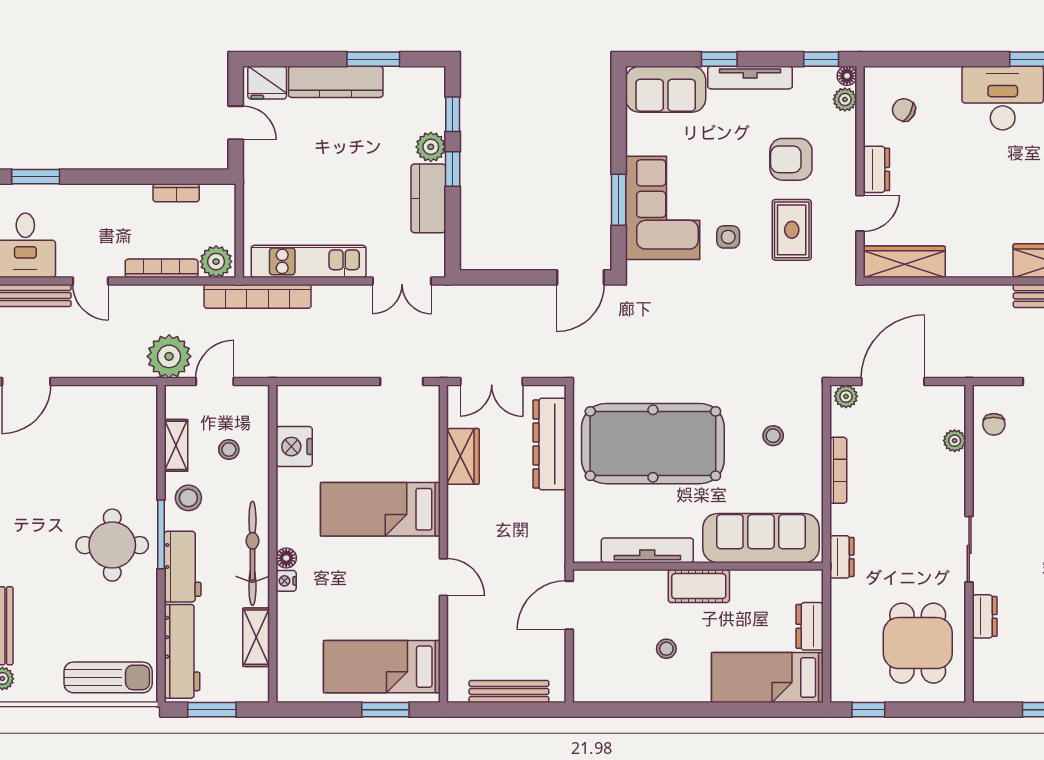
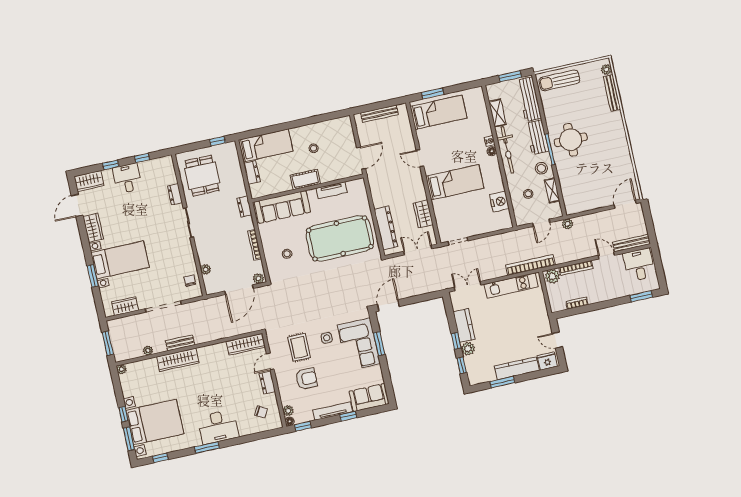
plant: (169, 356) -> (568, 224), width x0.53, depth x0.53
tv unit: (647, 550) -> (332, 190), width x0.71

